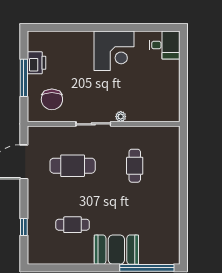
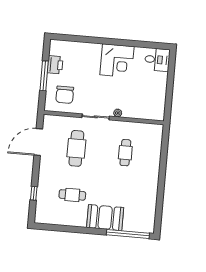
cafe table: (73, 166) -> (76, 148), turned 90

